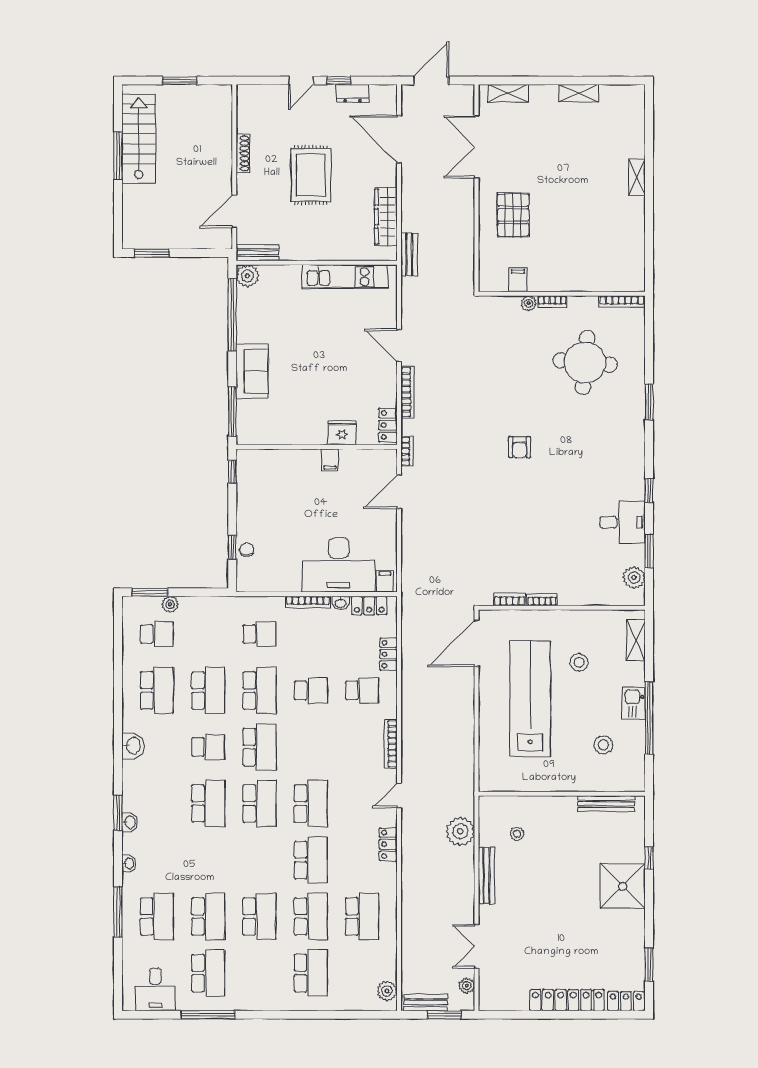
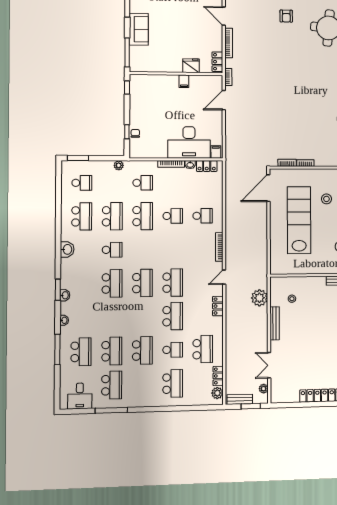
armchair: (520, 447) -> (286, 16), moved
plant: (170, 604) -> (119, 165), moved
locker: (388, 654) -> (218, 376), moved
school desk: (259, 747) -> (143, 250), removed
school desk: (311, 916) -> (173, 350), width x0.54

